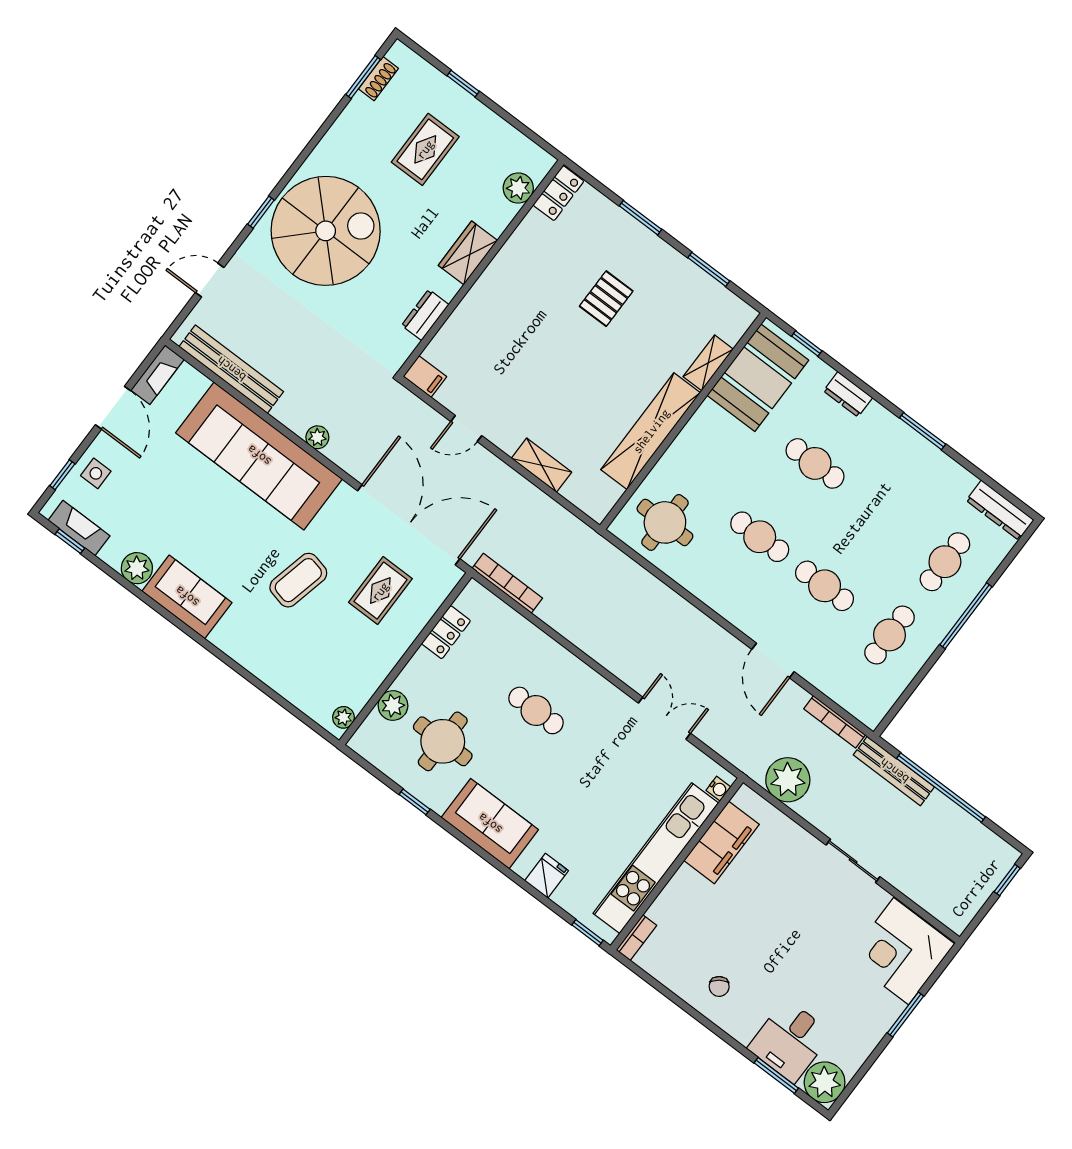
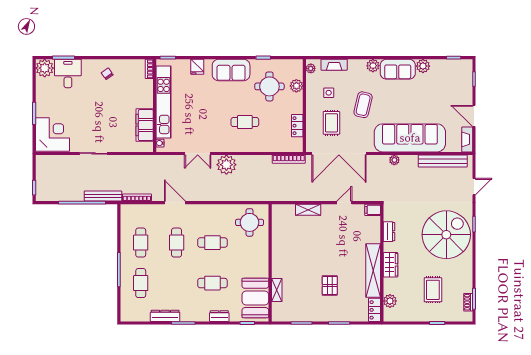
spiral stairs: (326, 231) -> (446, 235), turned 180
shelving: (651, 431) -> (373, 270), moved
side table: (96, 473) -> (329, 93), moved
dresser: (1000, 510) -> (165, 316), moved
fireplace: (79, 528) -> (334, 65), moved
cafe table: (825, 586) -> (177, 243), turned 90
plant: (227, 637) -> (373, 66), added
plant: (788, 780) -> (226, 165), moved

